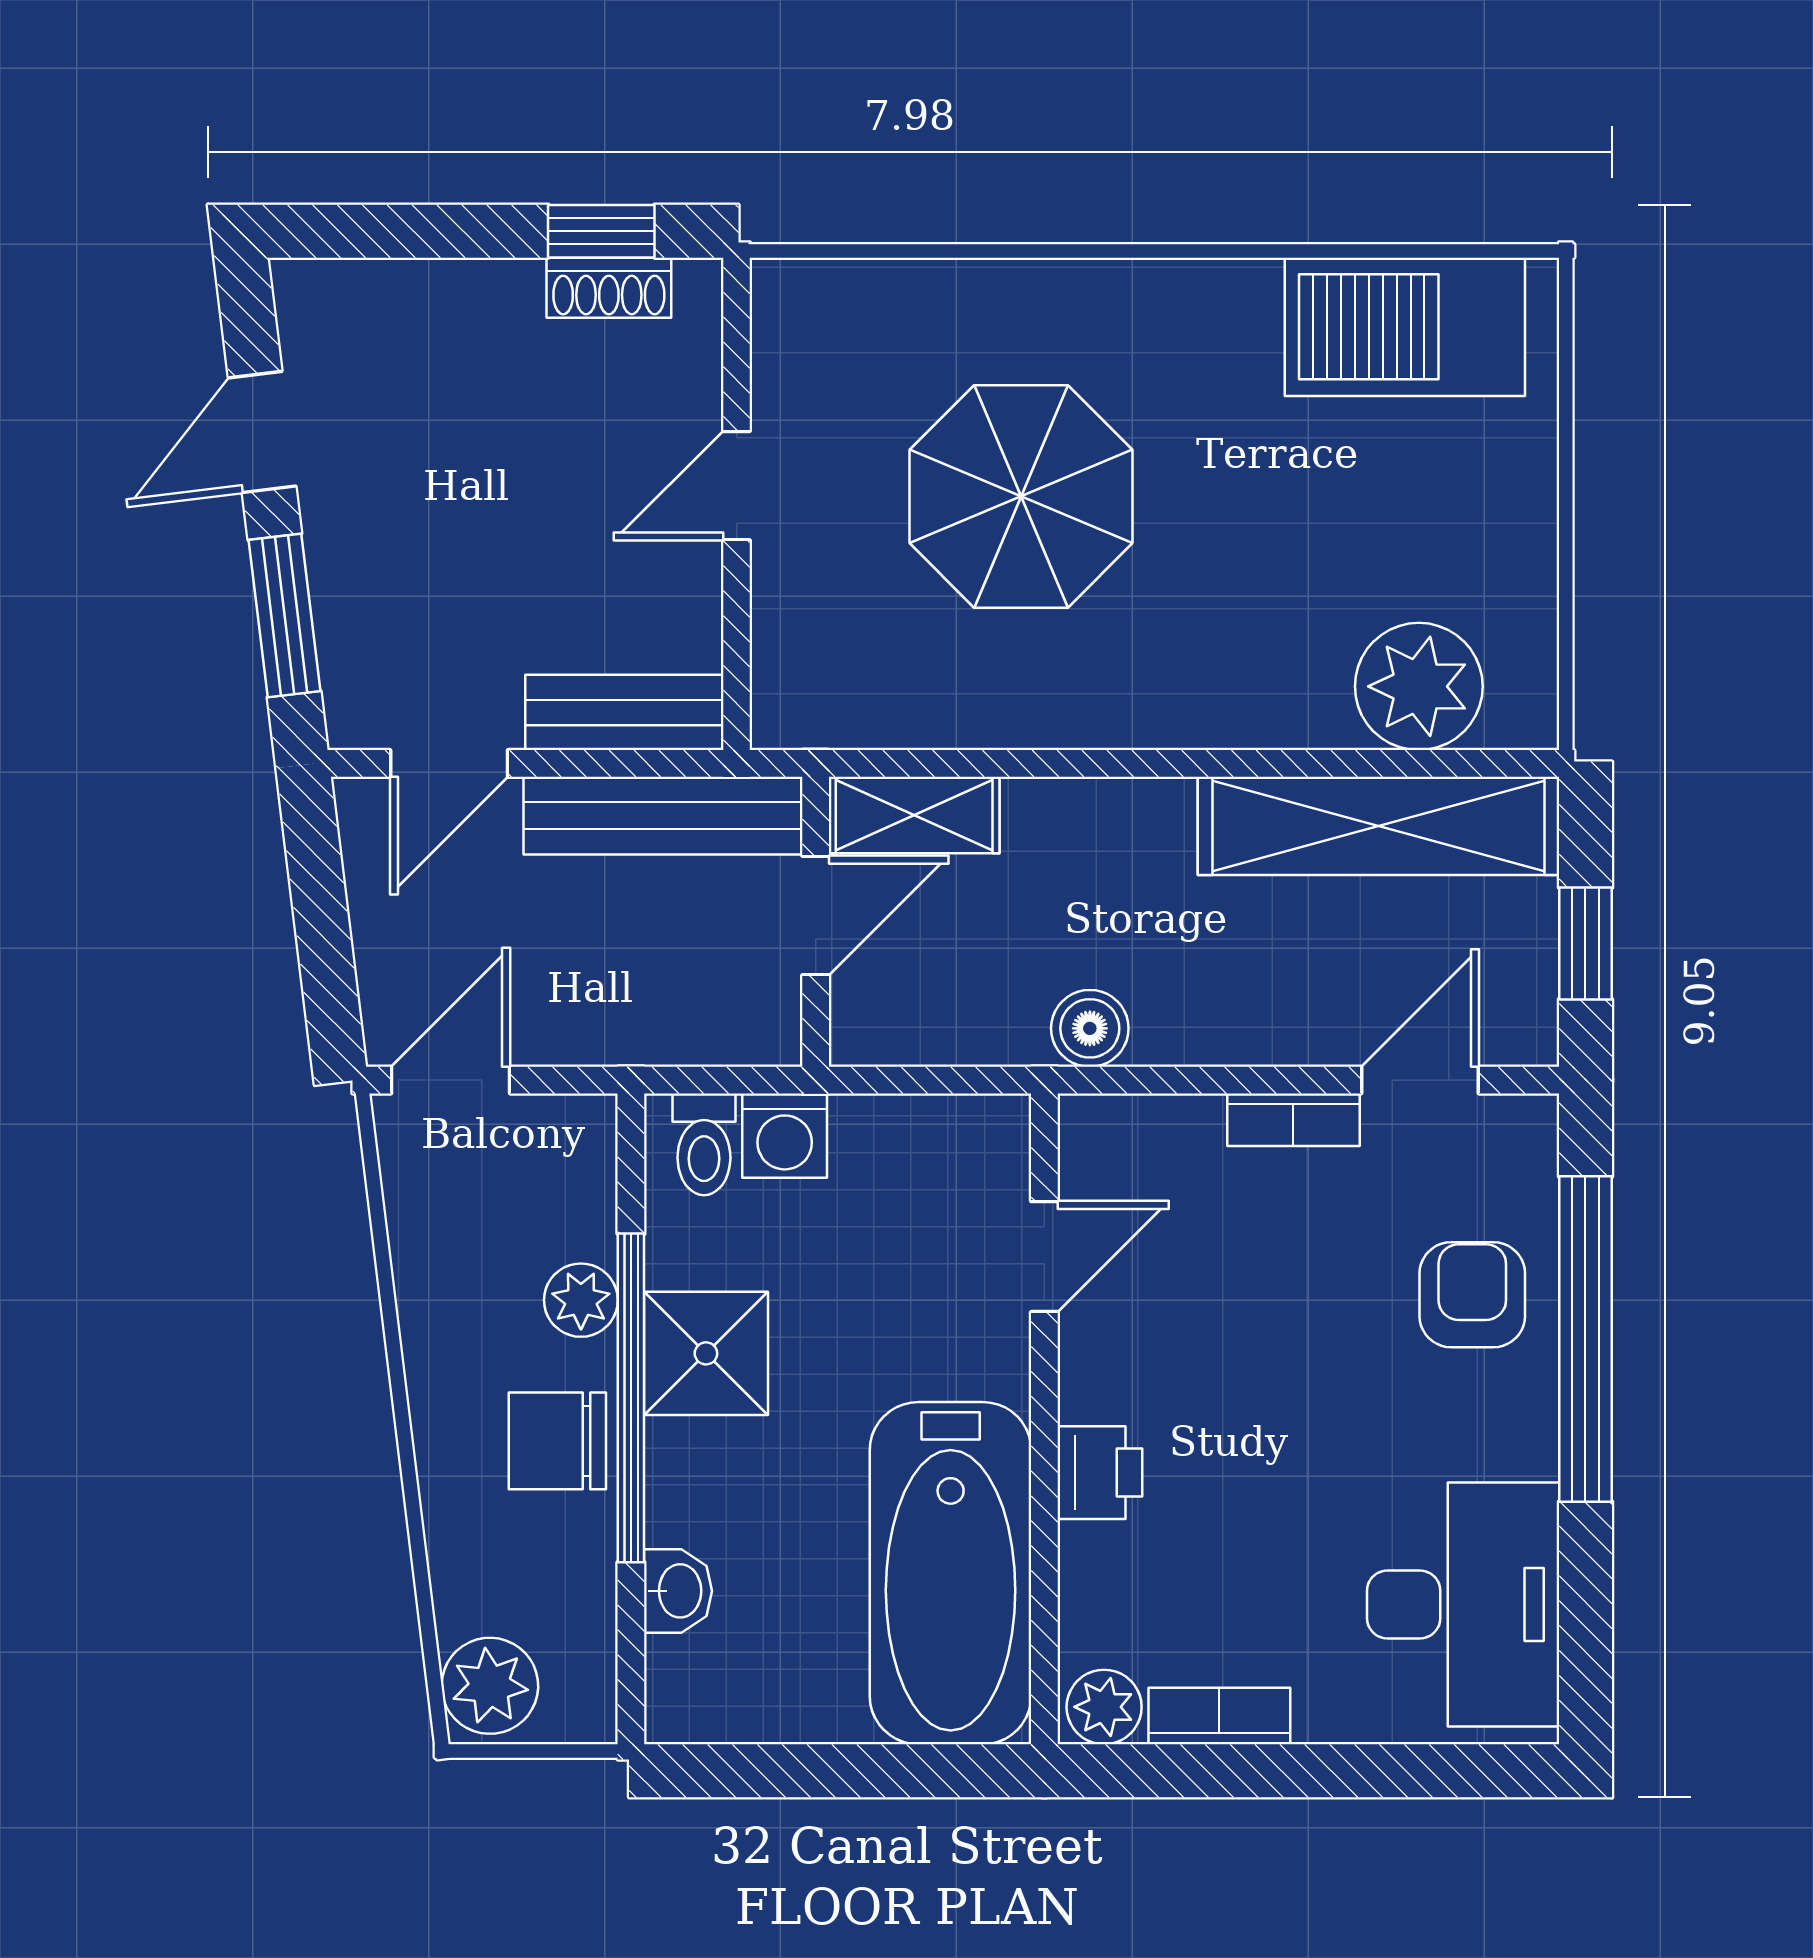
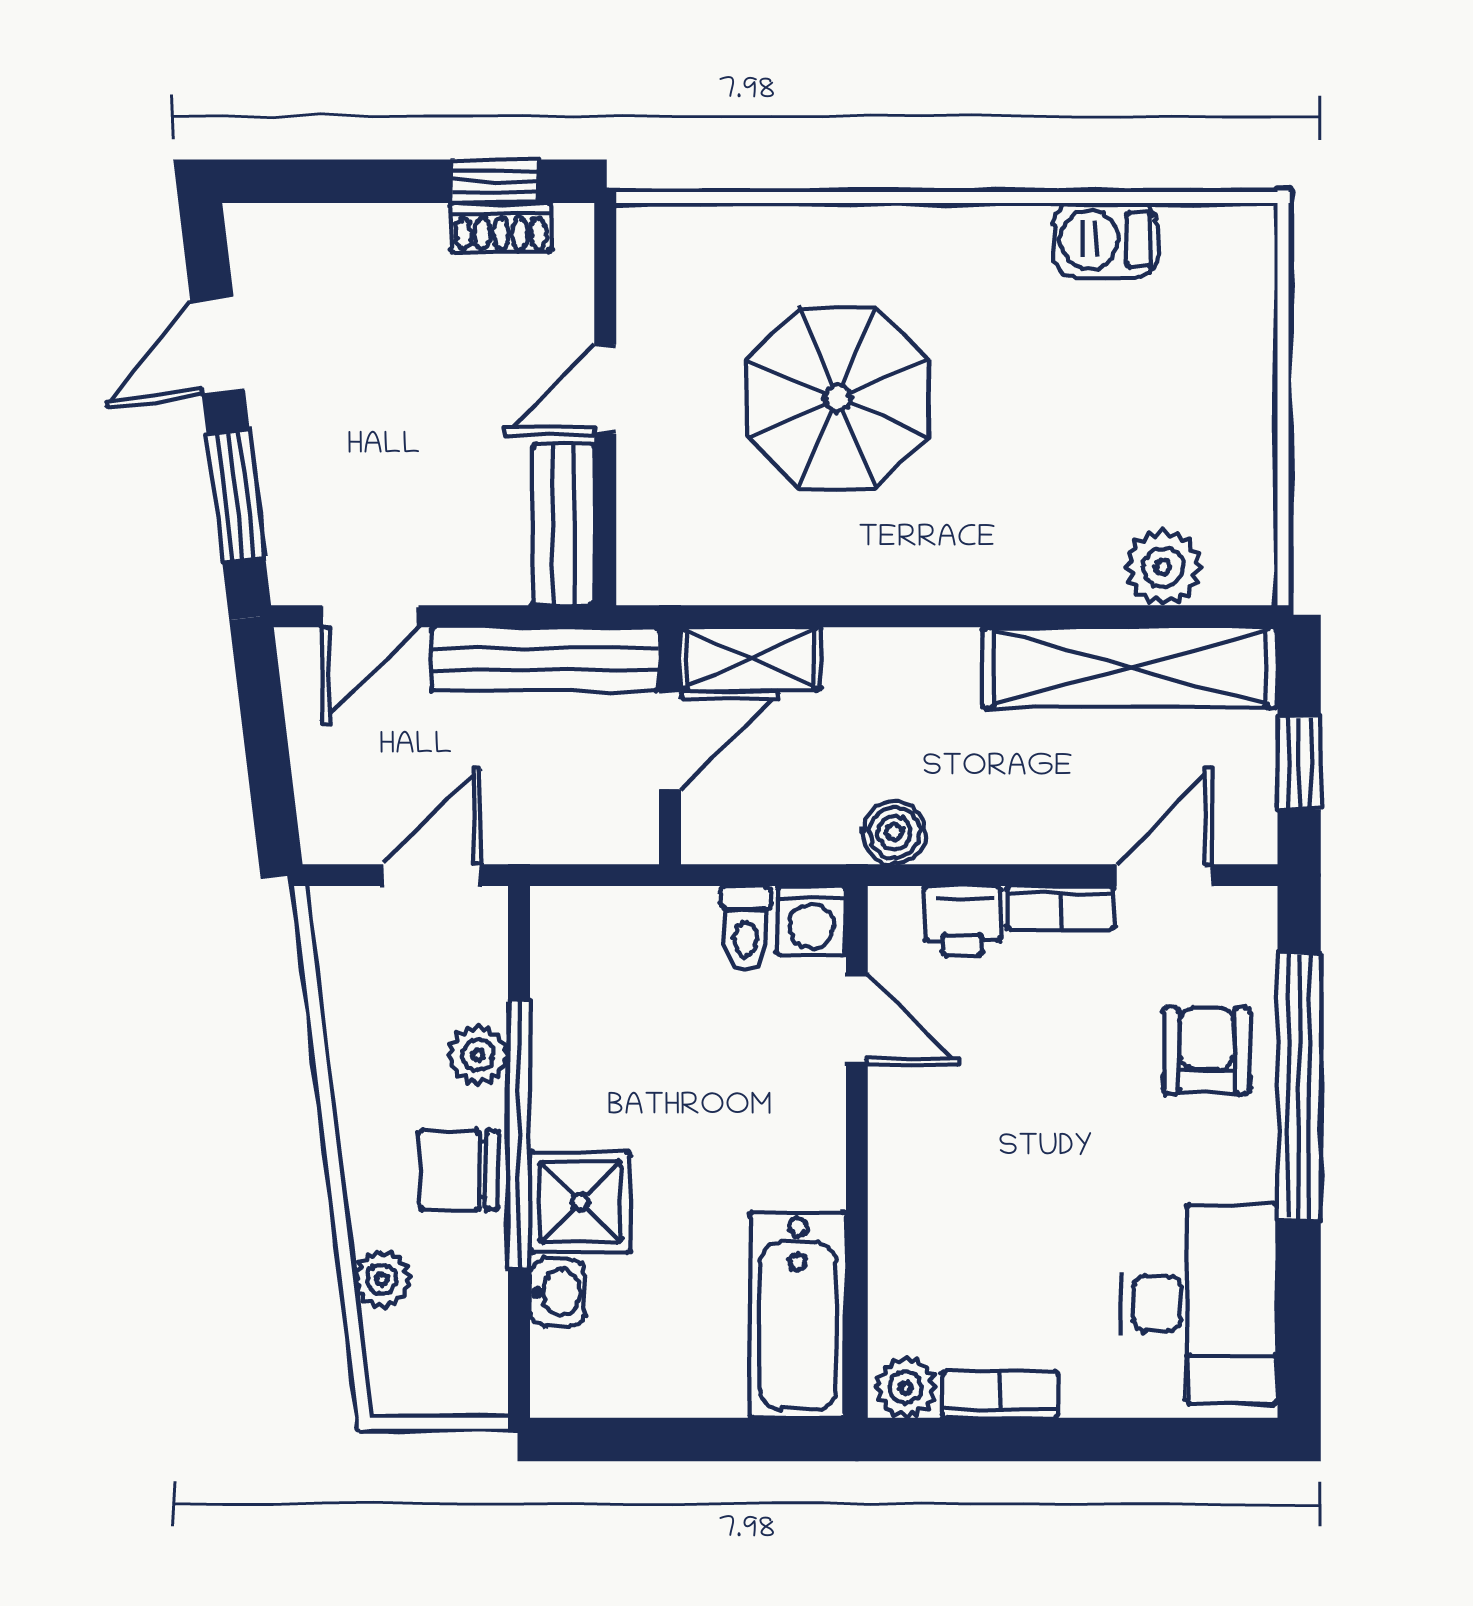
barbecue: (1405, 327) -> (1105, 240), width x0.53, depth x0.65
plant: (1419, 686) -> (1163, 567), width x0.73, depth x0.73
bench: (624, 712) -> (564, 525), moved, turned 90
door: (451, 1080) -> (432, 875), moved
washing machine: (785, 1136) -> (812, 920), moved
toilet: (704, 1144) -> (746, 928), moved
door: (1044, 1257) -> (857, 1019), hinge flipped
shower: (706, 1353) -> (580, 1202), moved
printer: (1100, 1473) -> (963, 920), moved, turned 90
bathtub: (951, 1573) -> (798, 1315), width x0.73, depth x0.73
plant: (490, 1686) -> (382, 1279), moved, width x0.73, depth x0.73

